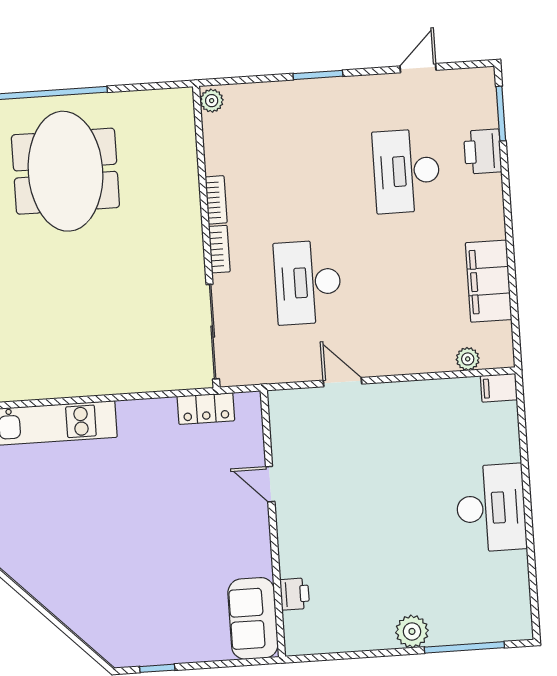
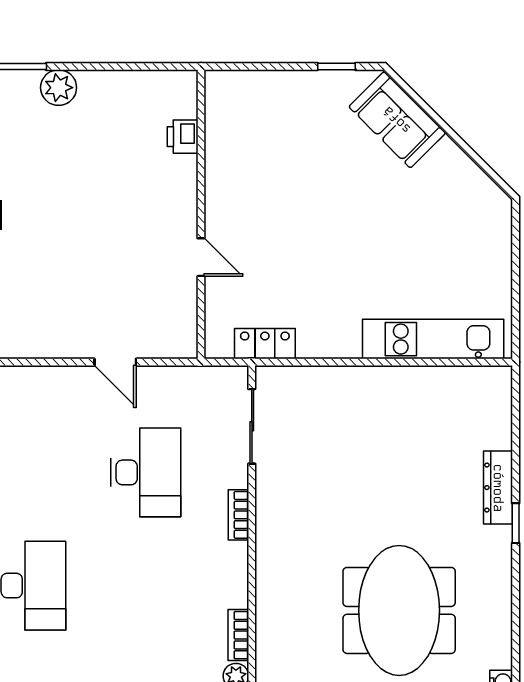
bookcase: (216, 200) -> (238, 635), moved
sliding door: (213, 332) -> (252, 426), width x0.73
sofa: (253, 618) -> (397, 120), moved, turned 135

